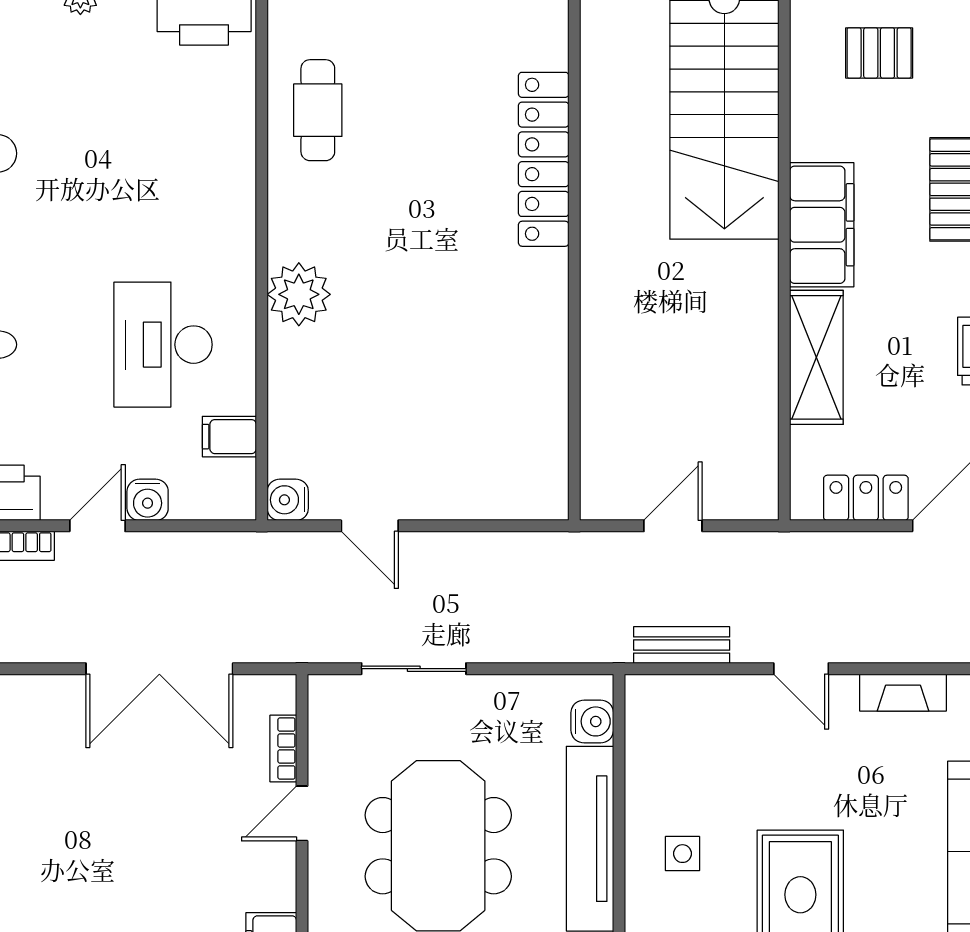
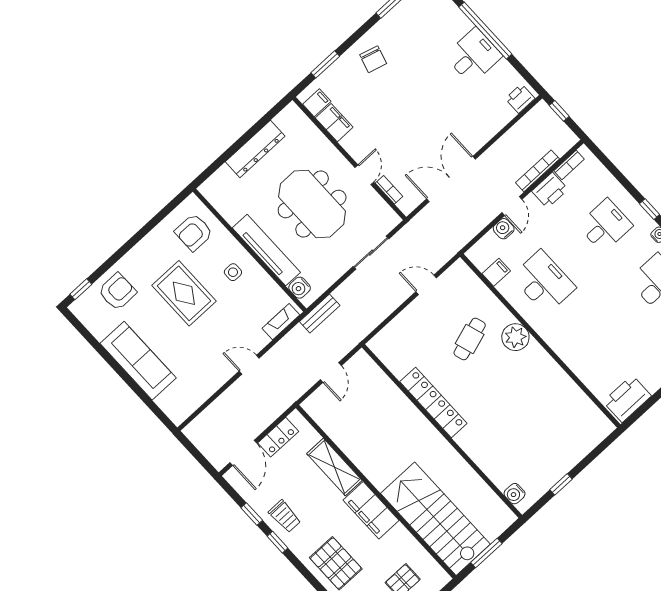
cafe table: (318, 110) -> (470, 339), moved, turned 72
locker: (544, 159) -> (433, 403), moved
water cooler: (288, 500) -> (515, 494), moved, turned 180
bench: (682, 645) -> (320, 314), moved
fireplace: (903, 693) -> (281, 322), moved

